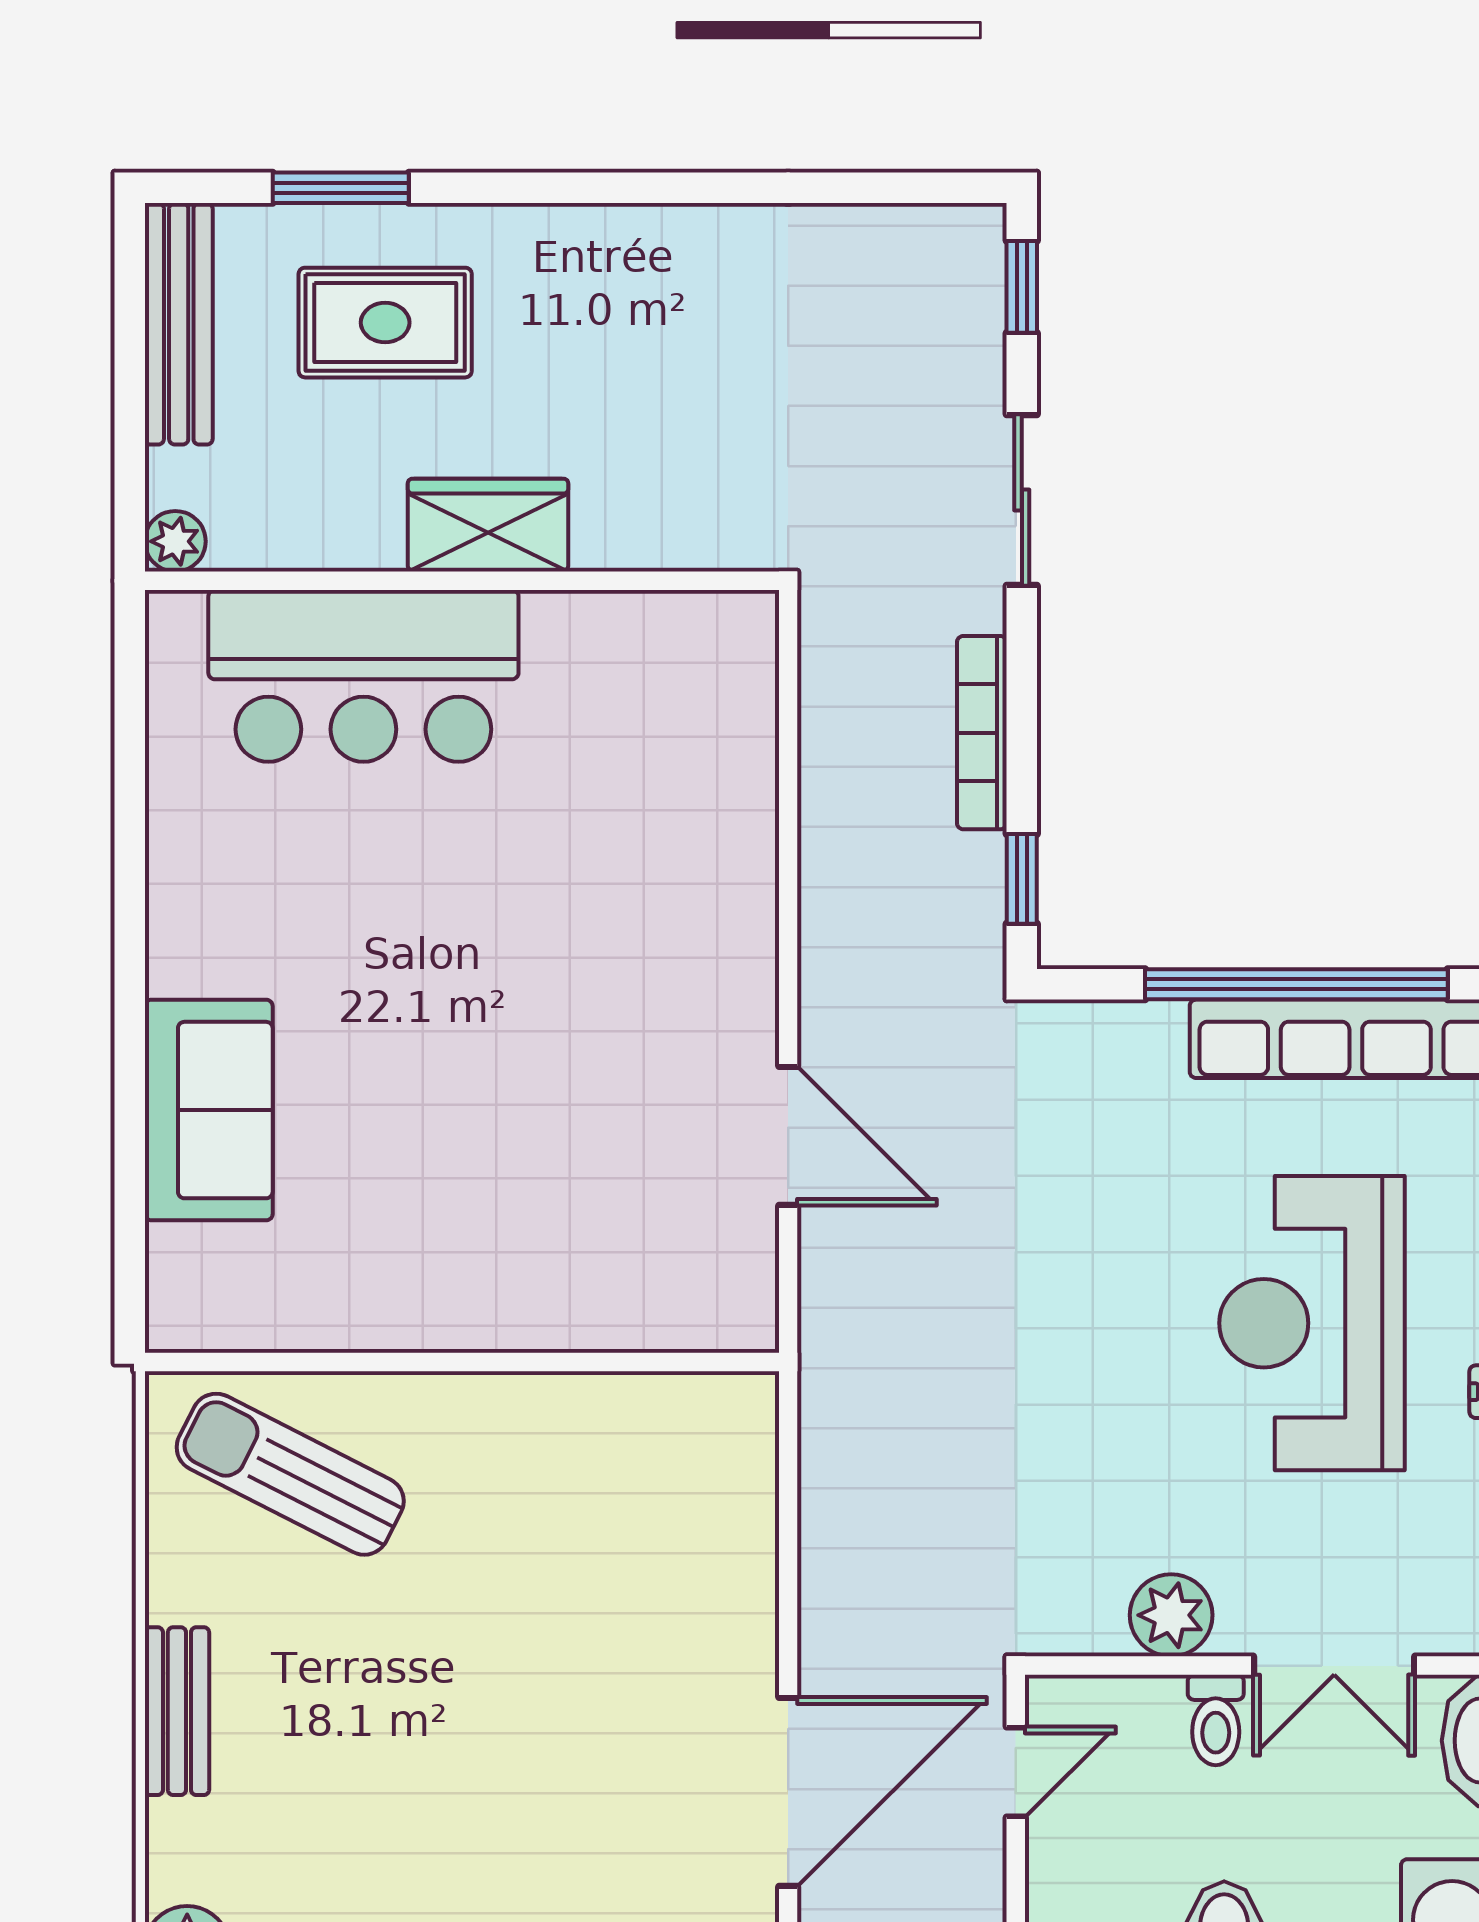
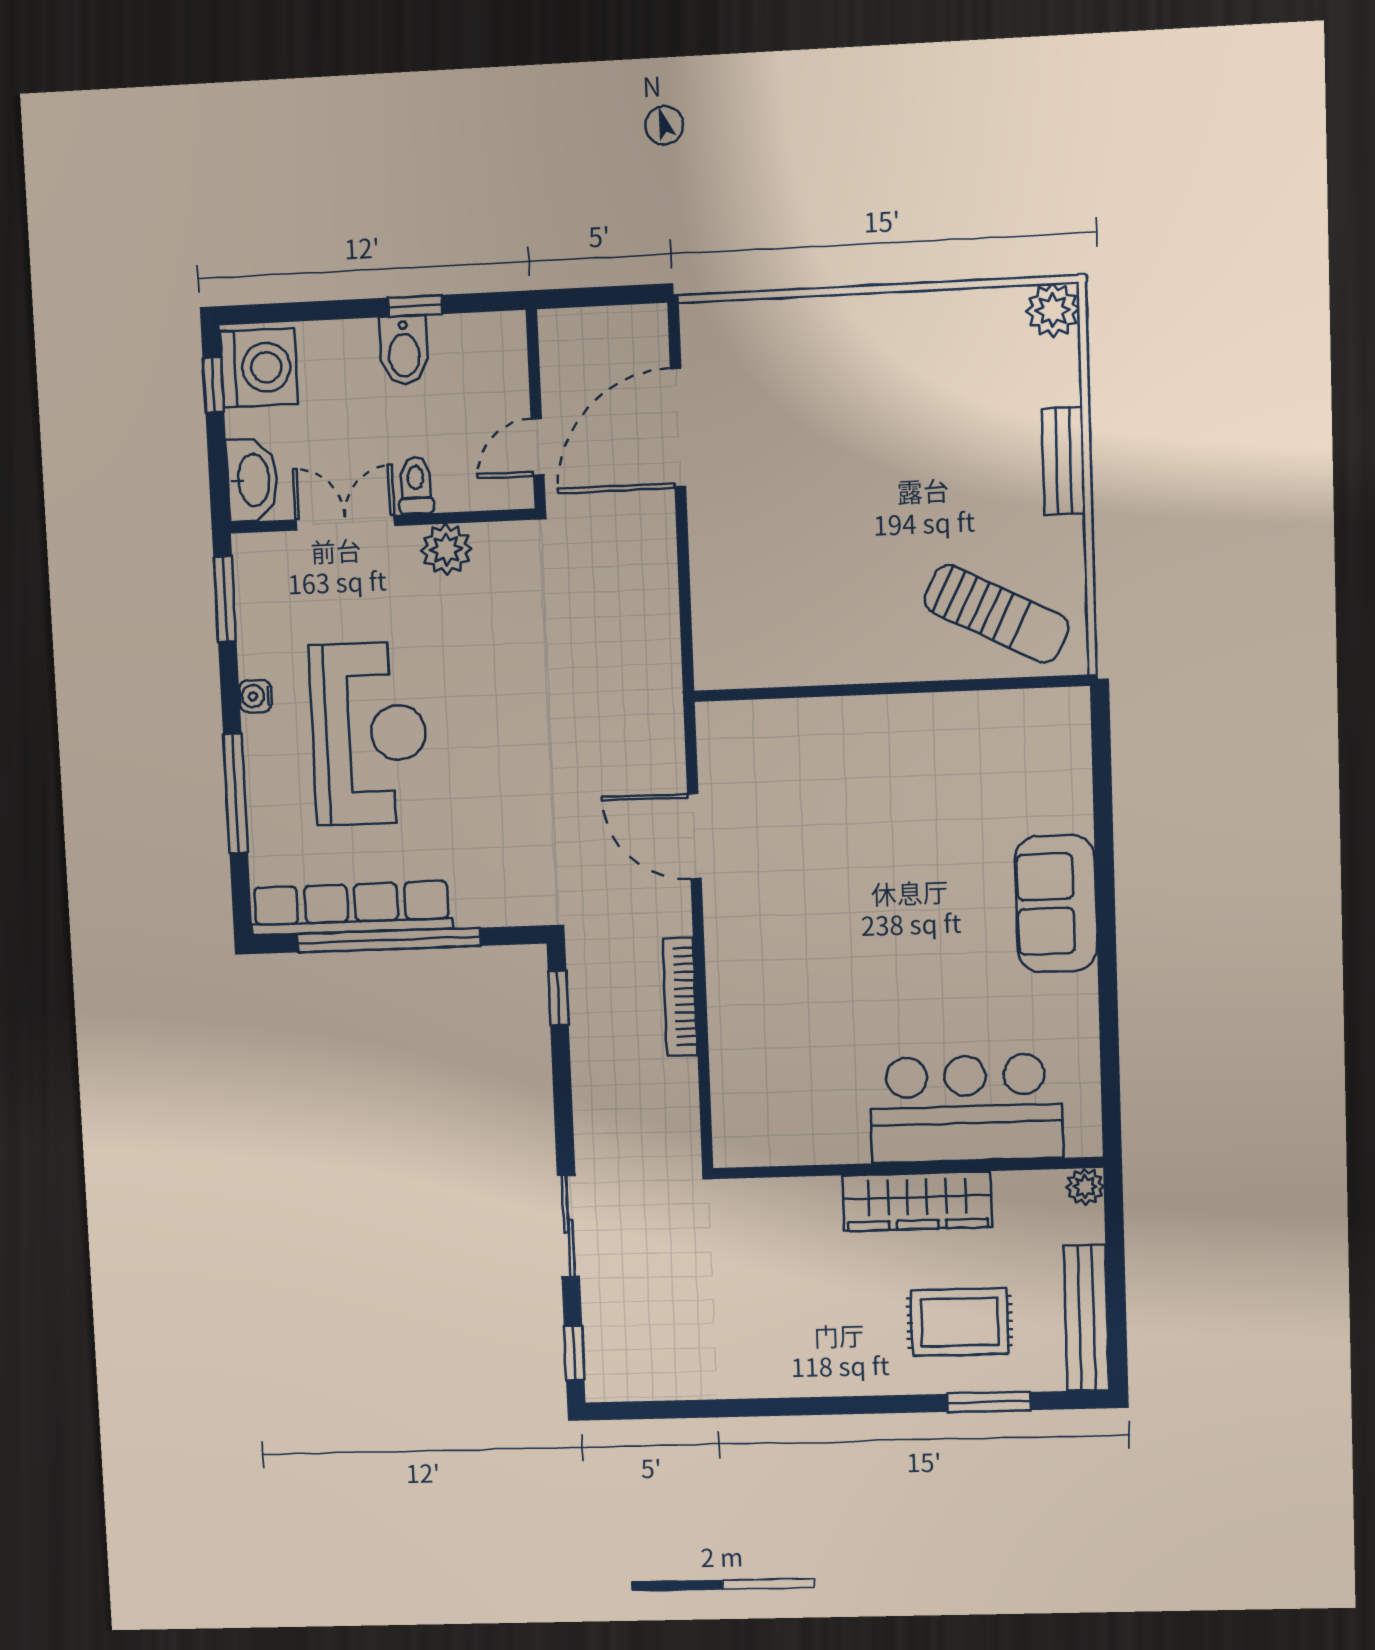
wardrobe: (488, 525) -> (917, 1201), width x1.50
bookcase: (982, 733) -> (680, 997), moved, turned 180
sofa: (209, 1110) -> (1056, 904), moved

